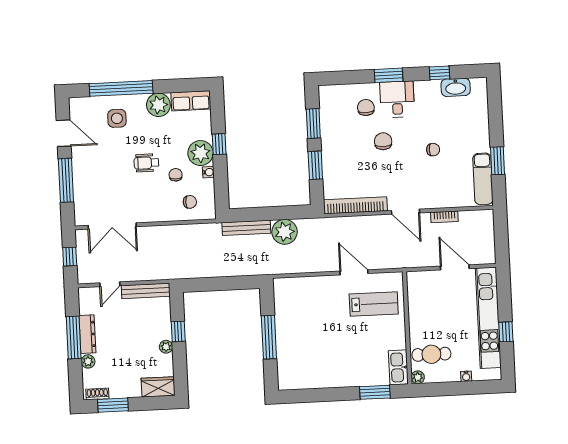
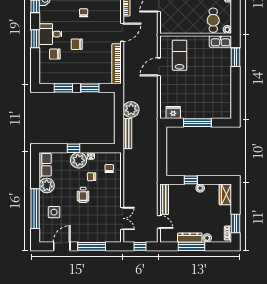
double door: (112, 226) -> (122, 218), width x0.73
fridge: (283, 298) -> (173, 112), added

